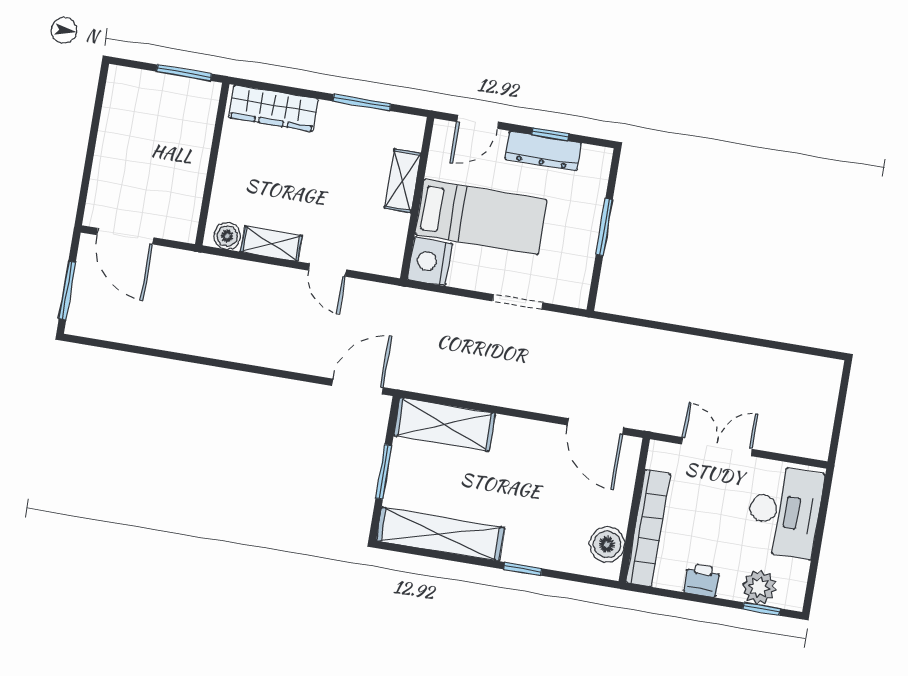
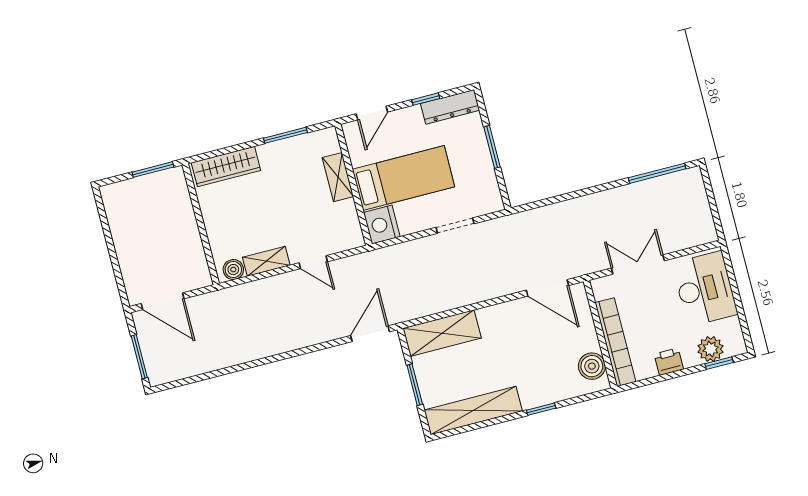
dresser: (543, 151) -> (450, 107), moved
window: (789, 347) -> (657, 173), added

